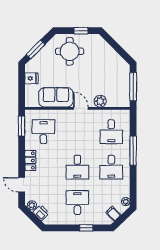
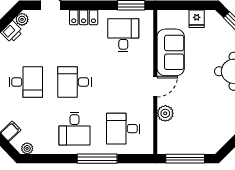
desk: (43, 132) -> (123, 35), turned -90
desk: (111, 167) -> (75, 129), turned -90

